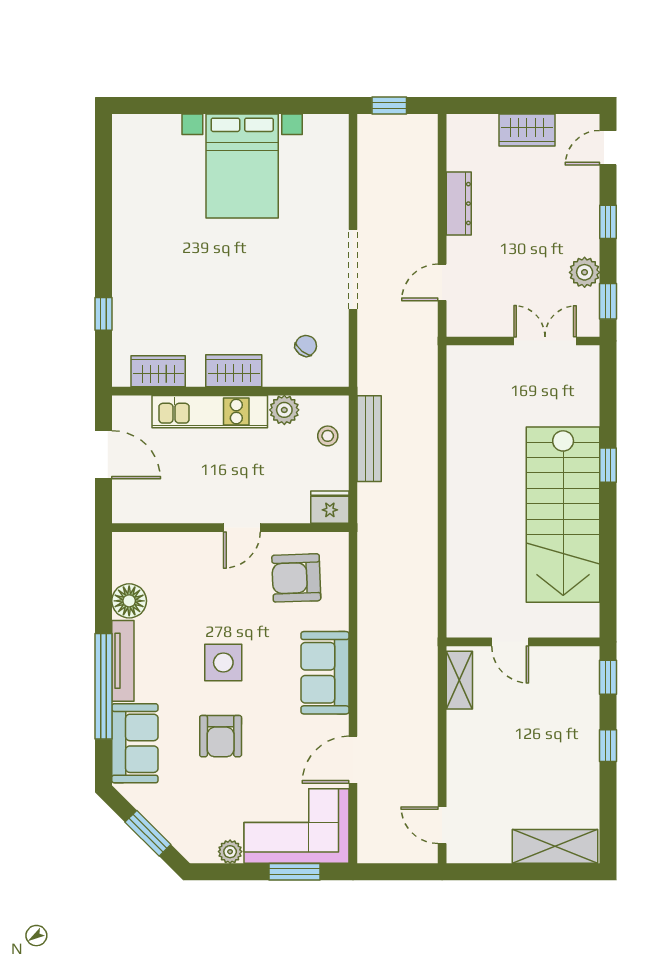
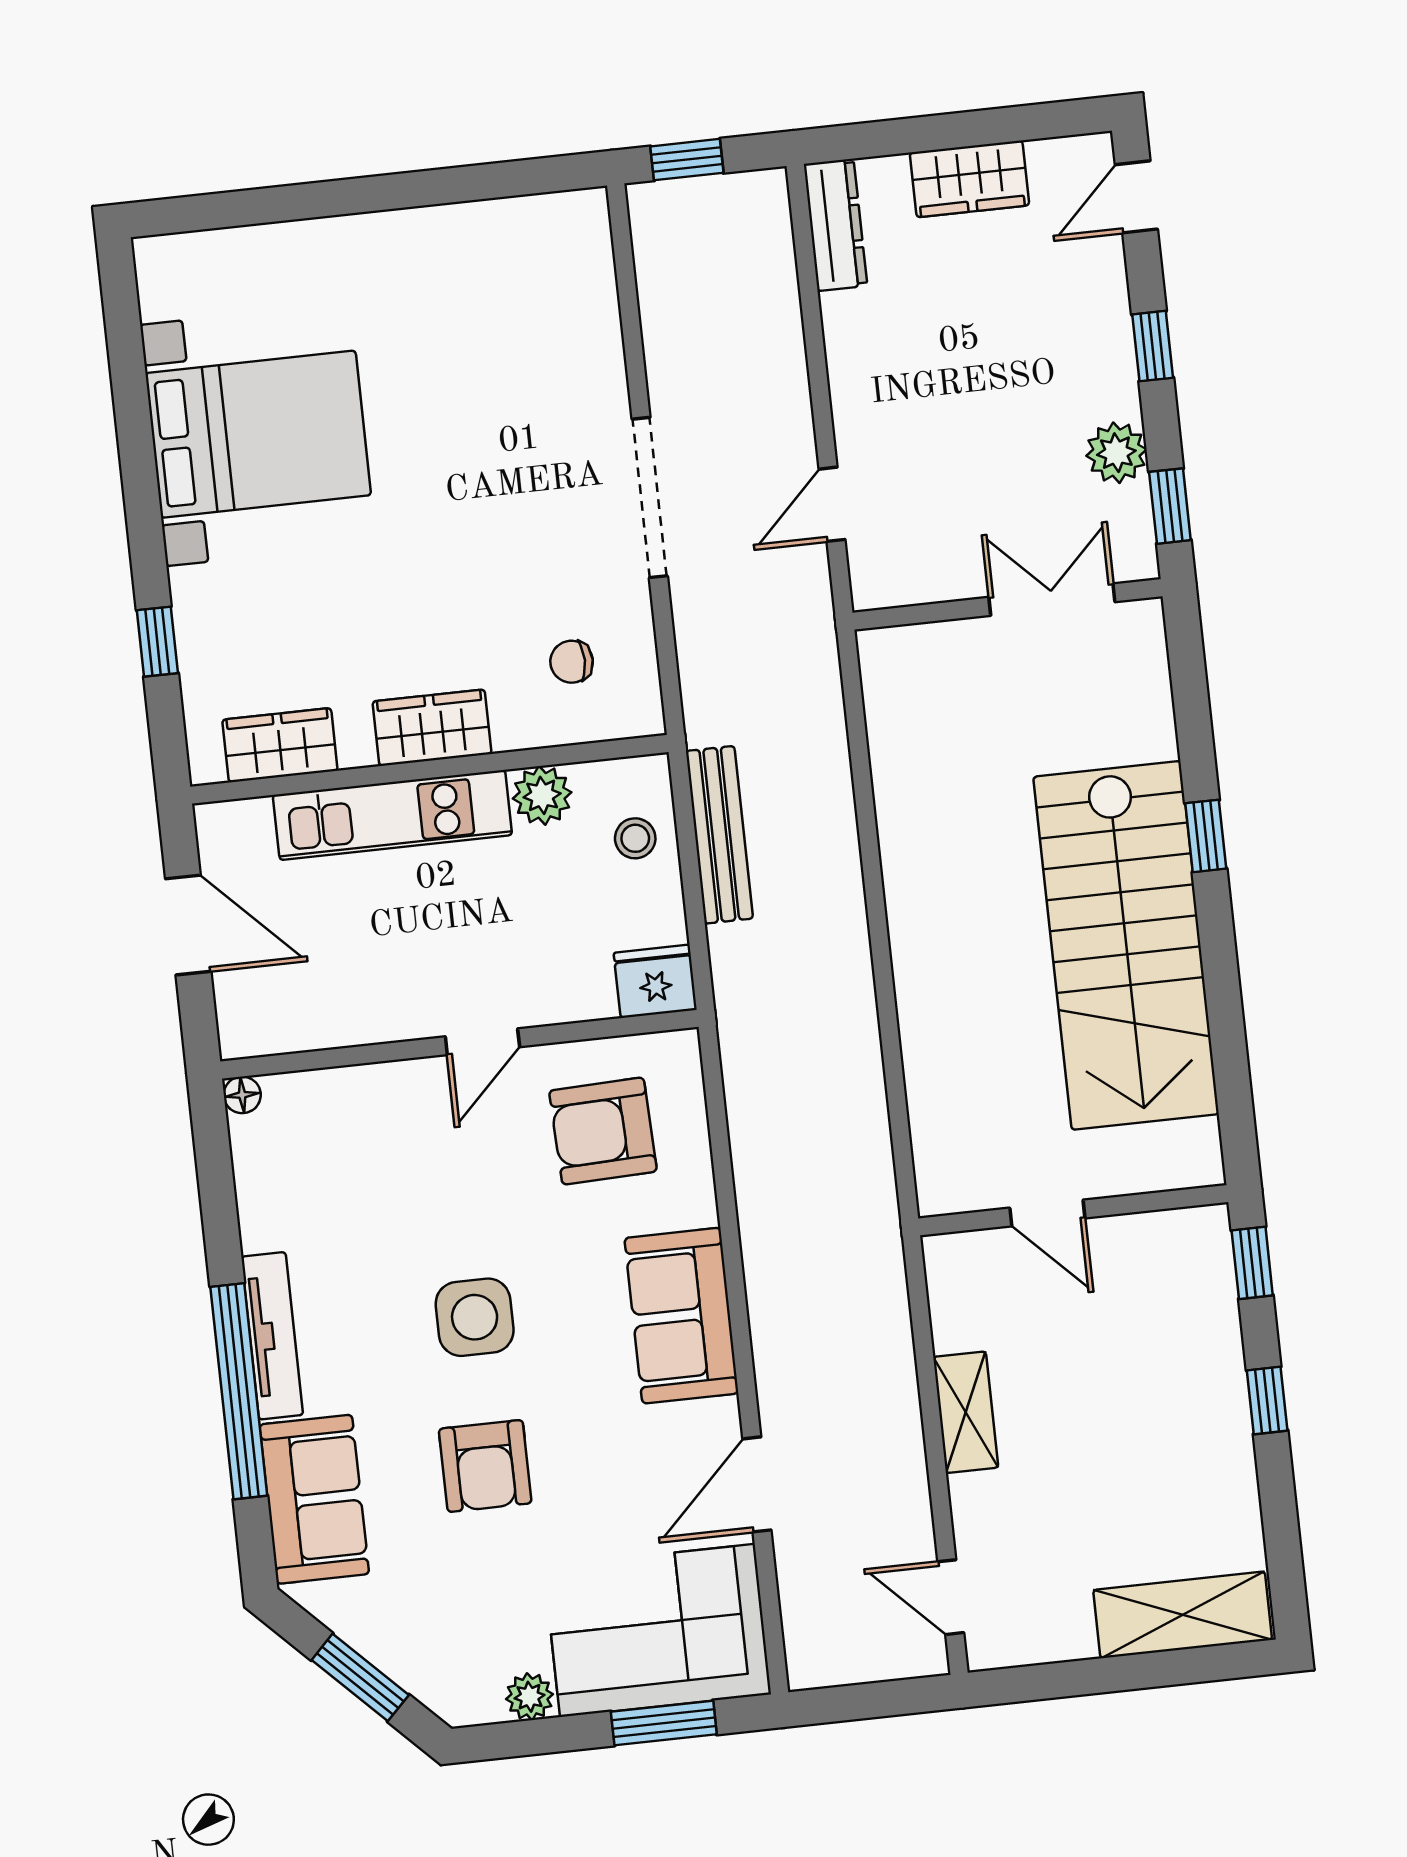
bed with nightstands: (242, 166) -> (258, 434), moved, turned -90
dresser: (459, 204) -> (835, 225), moved
chair: (306, 346) -> (572, 662), turned -128
floor lamp: (129, 601) -> (242, 1095), moved, width x0.53, depth x0.53
shelving: (459, 680) -> (966, 1412), moved

